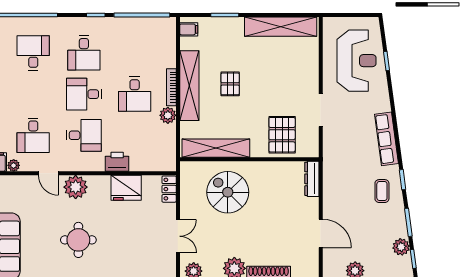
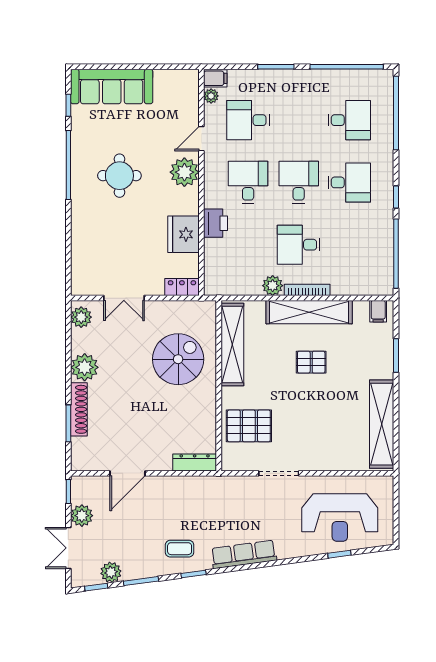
desk: (84, 53) -> (349, 182), turned 180
desk: (84, 135) -> (248, 182), turned 180

